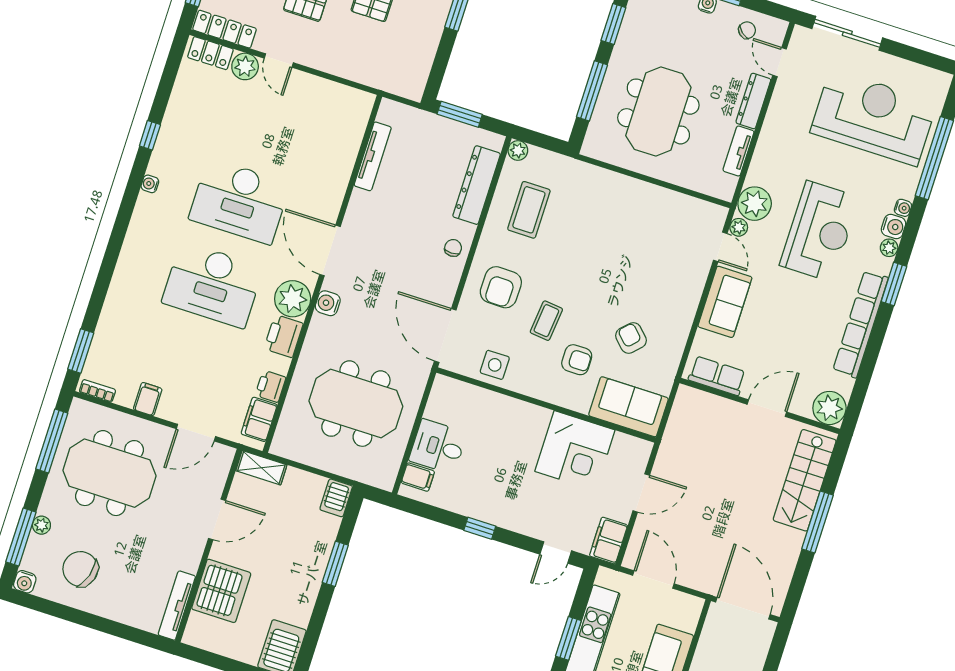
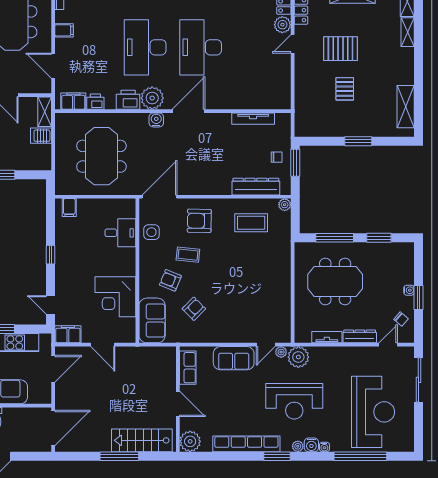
chair: (453, 248) -> (277, 157), moved
armchair: (577, 360) -> (170, 280), turned 112
desk: (438, 447) -> (120, 233), moved, turned 90
server rack: (336, 498) -> (41, 136), moved

